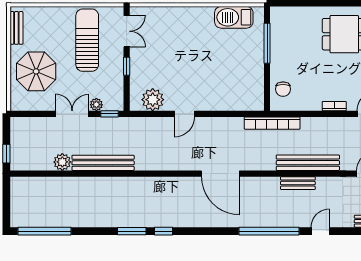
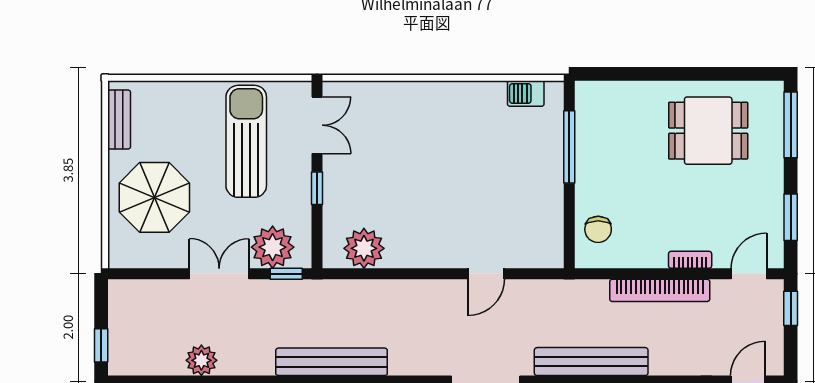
barbecue: (234, 17) -> (526, 93), width x0.53, depth x0.65
plant: (96, 105) -> (273, 247), width x1.87, depth x1.87
door: (184, 114) -> (486, 274), moved
bookcase: (272, 123) -> (660, 290), moved
bench: (103, 163) -> (332, 362), moved
bench: (308, 163) -> (591, 362), moved

